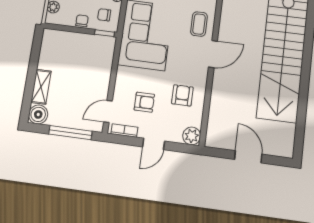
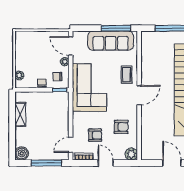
shelving: (41, 87) -> (20, 114), moved
armchair: (182, 95) -> (121, 127), turned 90
door: (154, 144) -> (106, 163), swing flipped

